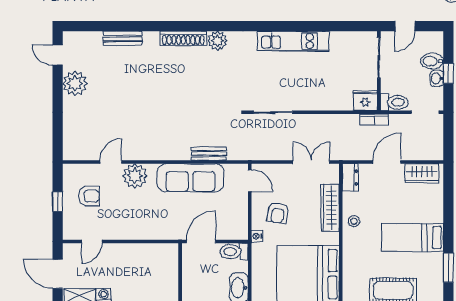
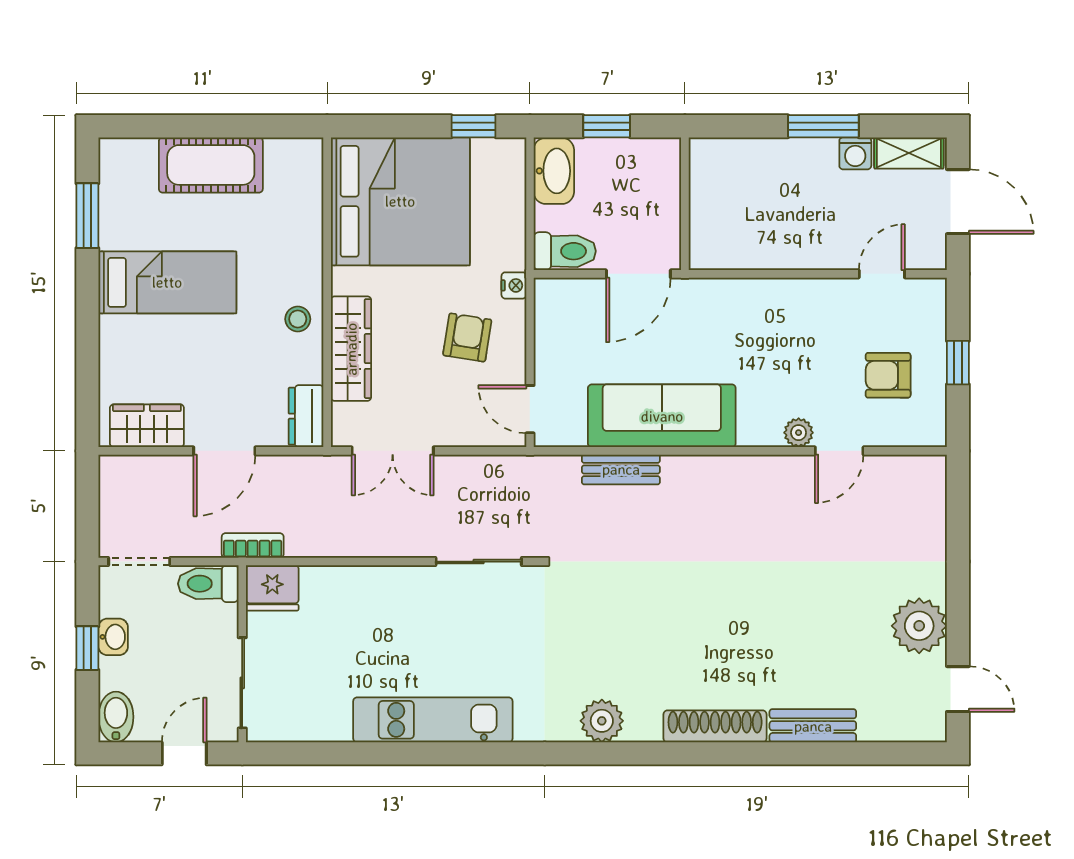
shoe rack: (183, 38) -> (715, 726), moved
bidet: (432, 61) -> (116, 717), moved, turned -90
plant: (135, 176) -> (799, 433), width x0.53, depth x0.53

